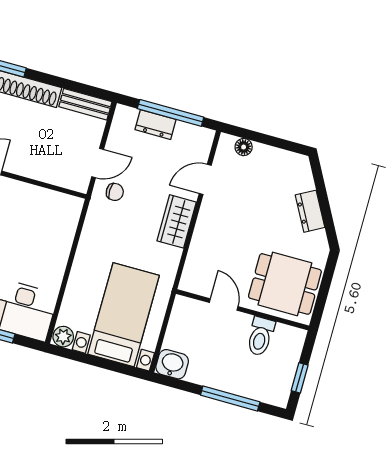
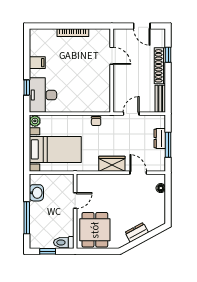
window: (171, 113) -> (168, 145), width x0.69
door: (98, 163) -> (131, 114), swing flipped
chair: (115, 192) -> (96, 121), moved
toilet: (261, 336) -> (64, 242), moved
washbasin: (172, 364) -> (36, 193), moved

